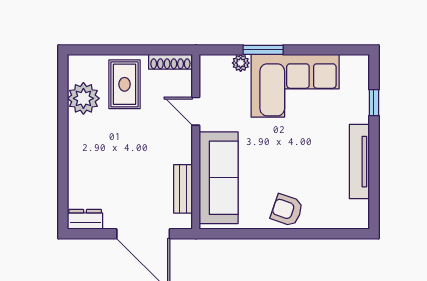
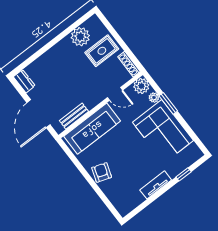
plant: (212, 68) -> (141, 86), added
door: (196, 111) -> (115, 94), swing flipped
tv unit: (359, 162) -> (156, 185), width x0.71

